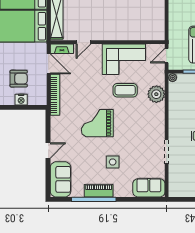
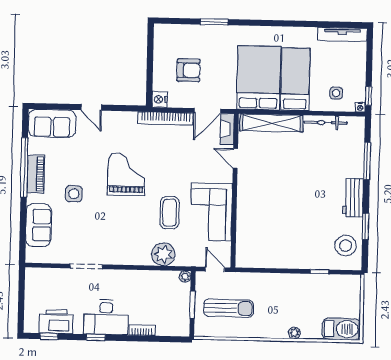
armchair: (19, 79) -> (188, 70), turned -90
nightstand: (21, 100) -> (160, 99), moved
sofa: (149, 188) -> (38, 225), moved

